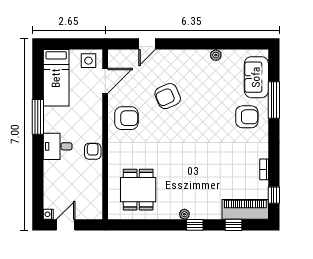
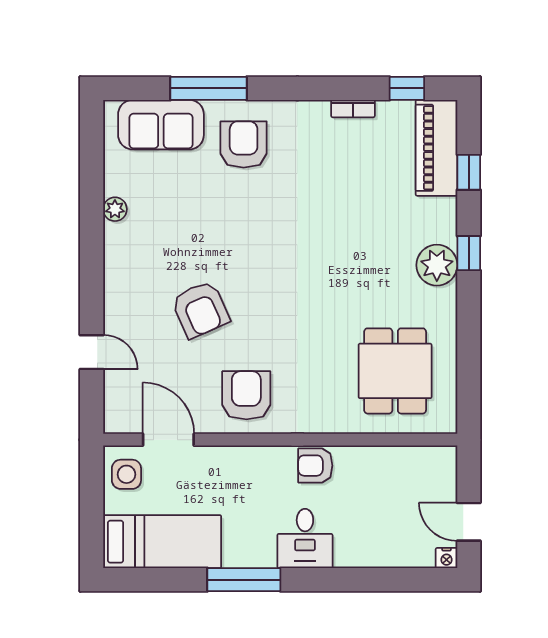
dining table: (138, 190) -> (395, 371), turned 90
plant: (184, 214) -> (437, 265), width x1.87, depth x1.87

